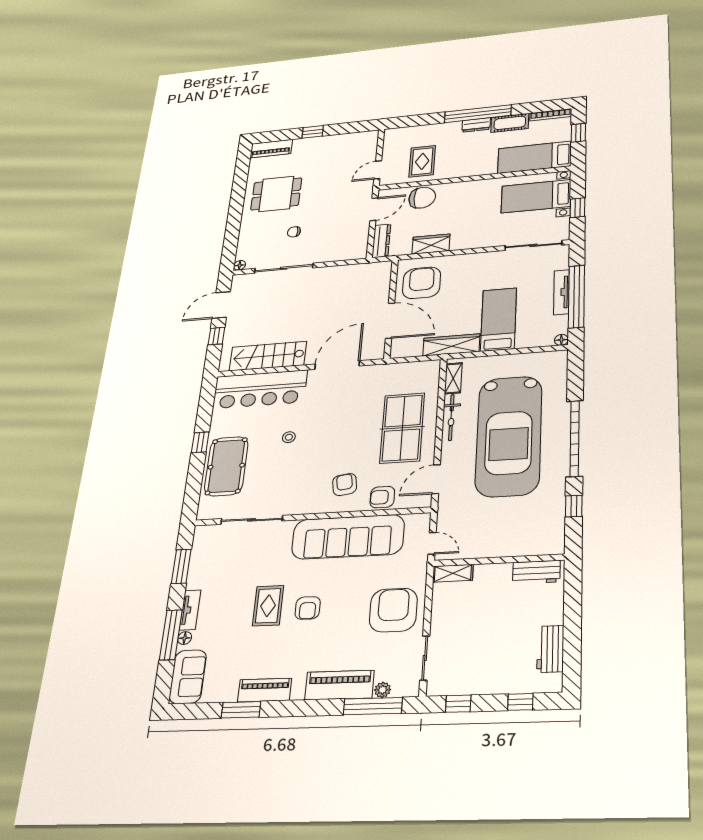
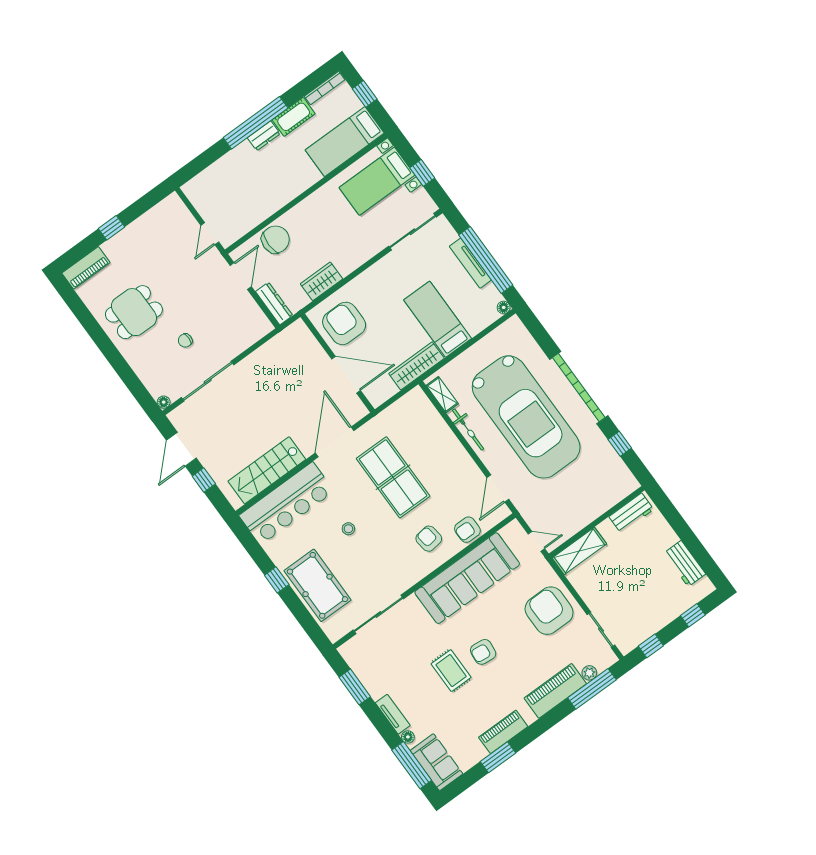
rug: (422, 161) -> (244, 202), removed
table tennis table: (402, 428) -> (393, 477), moved
shelving: (453, 573) -> (579, 551), width x1.50, depth x1.33
armchair: (308, 608) -> (483, 652), turned 96
window: (171, 635) -> (412, 765), moved

